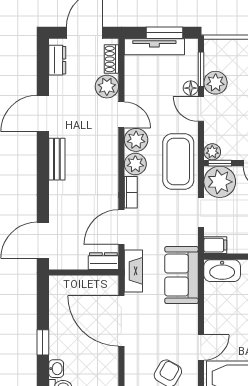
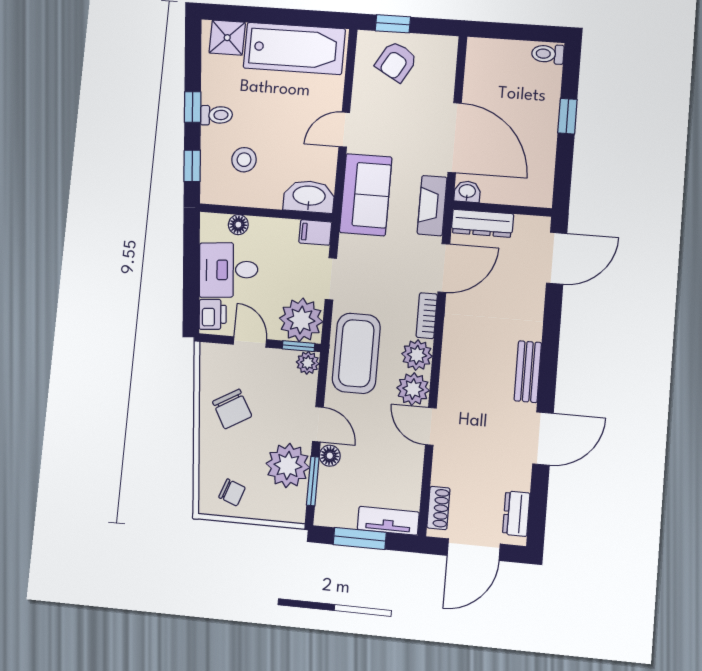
tv unit: (154, 47) -> (388, 521), width x0.71
plant: (216, 83) -> (288, 465), width x1.36, depth x1.36
plant: (107, 87) -> (448, 469), removed
dresser: (103, 261) -> (482, 223), width x1.44
door: (201, 347) -> (344, 130), moved
washbasin: (56, 369) -> (467, 192), moved, turned 90

